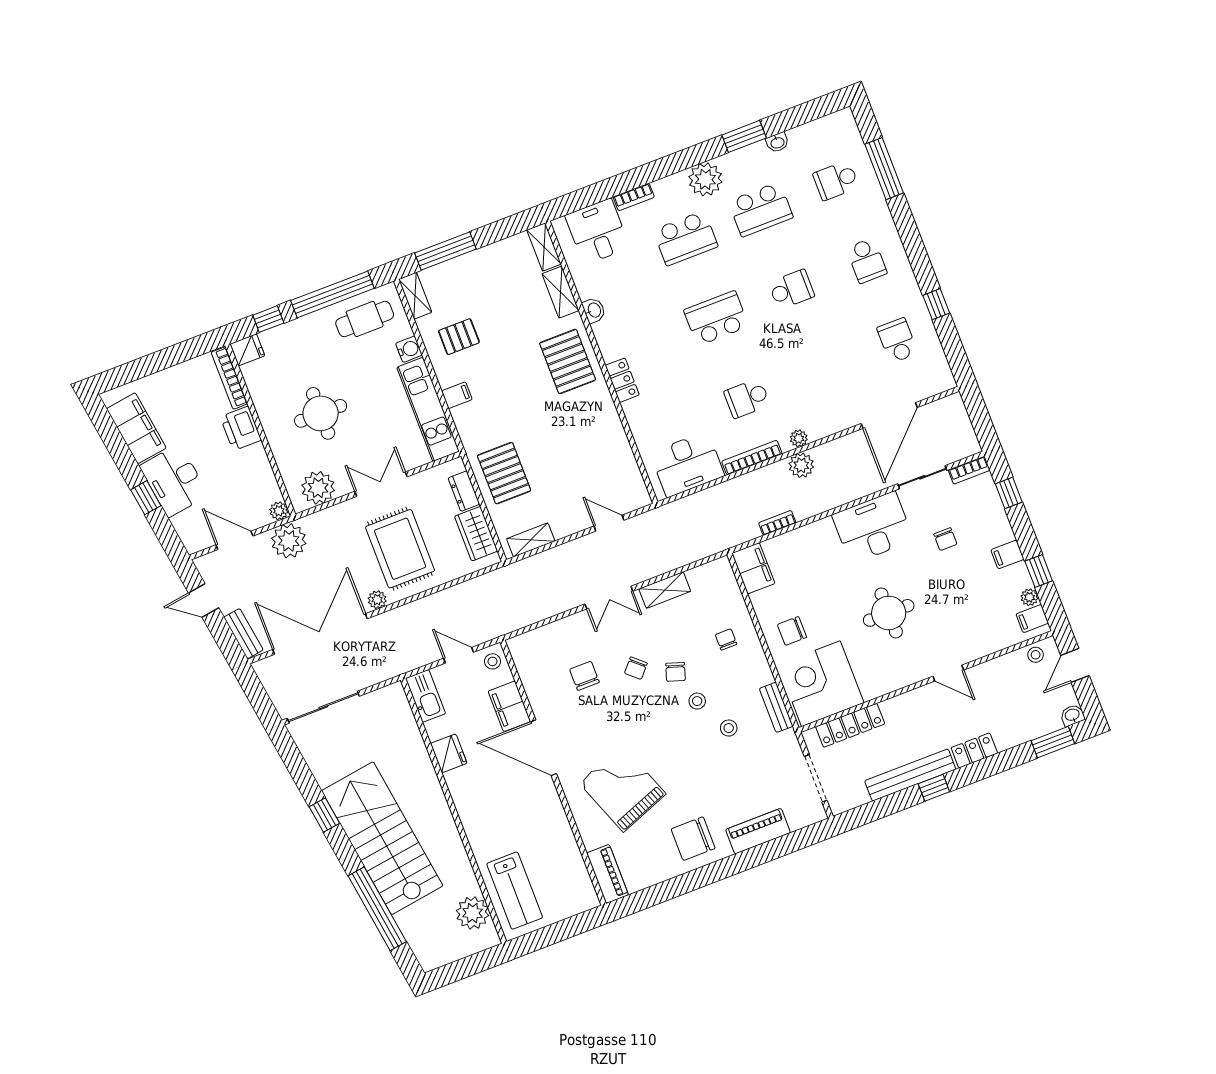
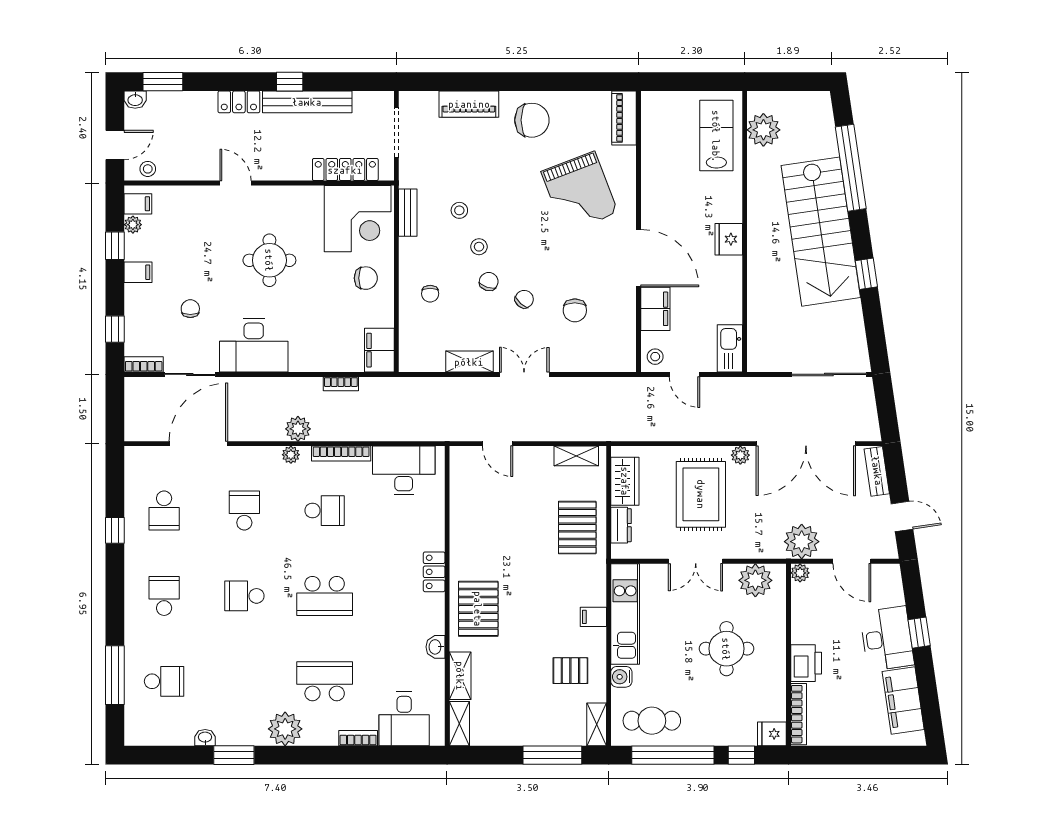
school desk: (761, 209) -> (244, 511), moved, width x0.54
fridge: (449, 753) -> (729, 239), moved

